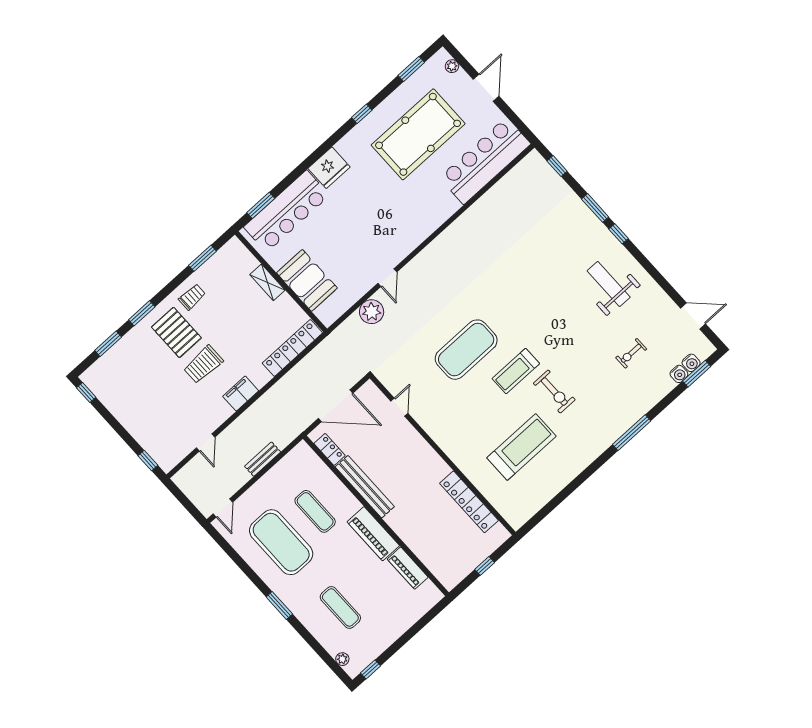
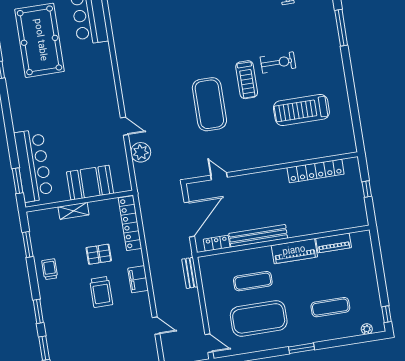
fridge: (329, 168) -> (22, 117), removed
pallet: (176, 332) -> (99, 254), moved, width x0.67, depth x0.71
treadmill: (521, 447) -> (301, 110), turned -90
bench: (263, 459) -> (190, 273), moved

